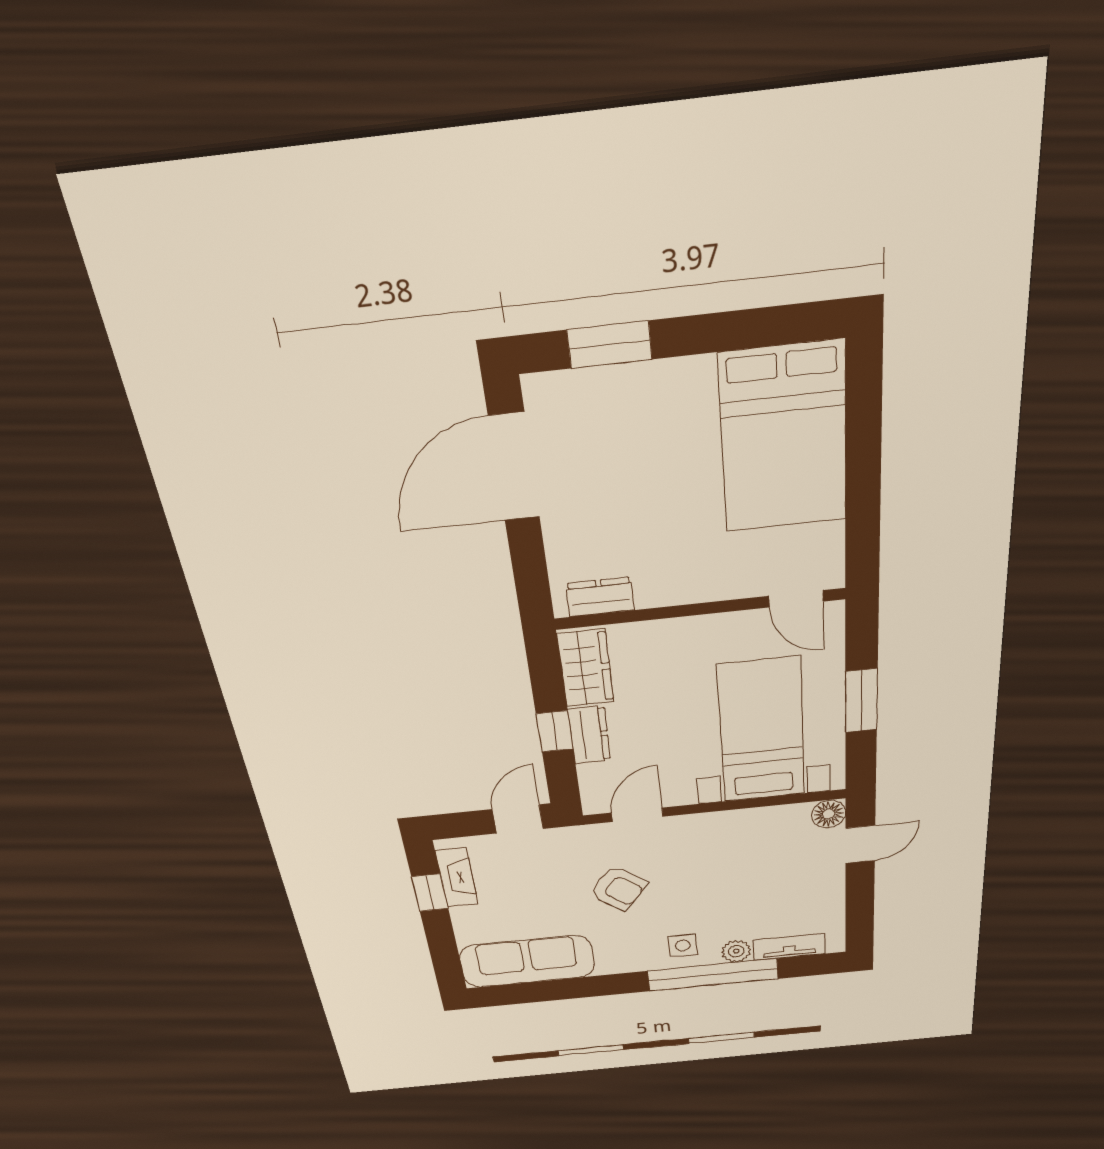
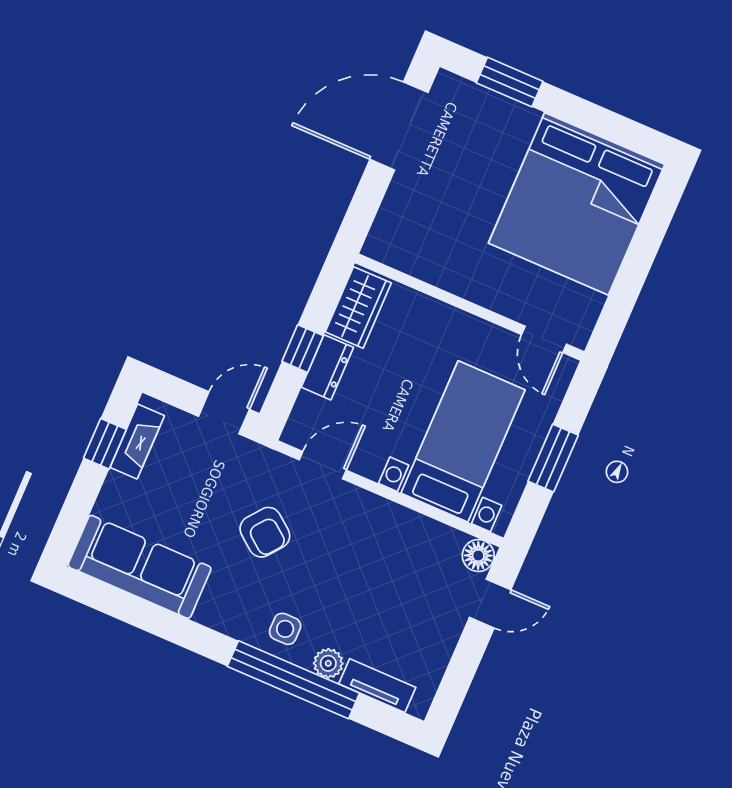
bed: (784, 439) -> (577, 204), width x1.36
dresser: (600, 597) -> (402, 256), removed

